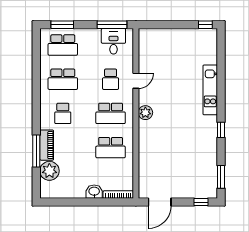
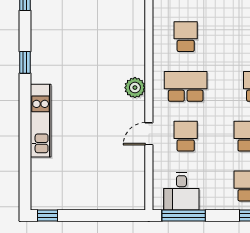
school desk: (111, 148) -> (186, 37), width x0.54

